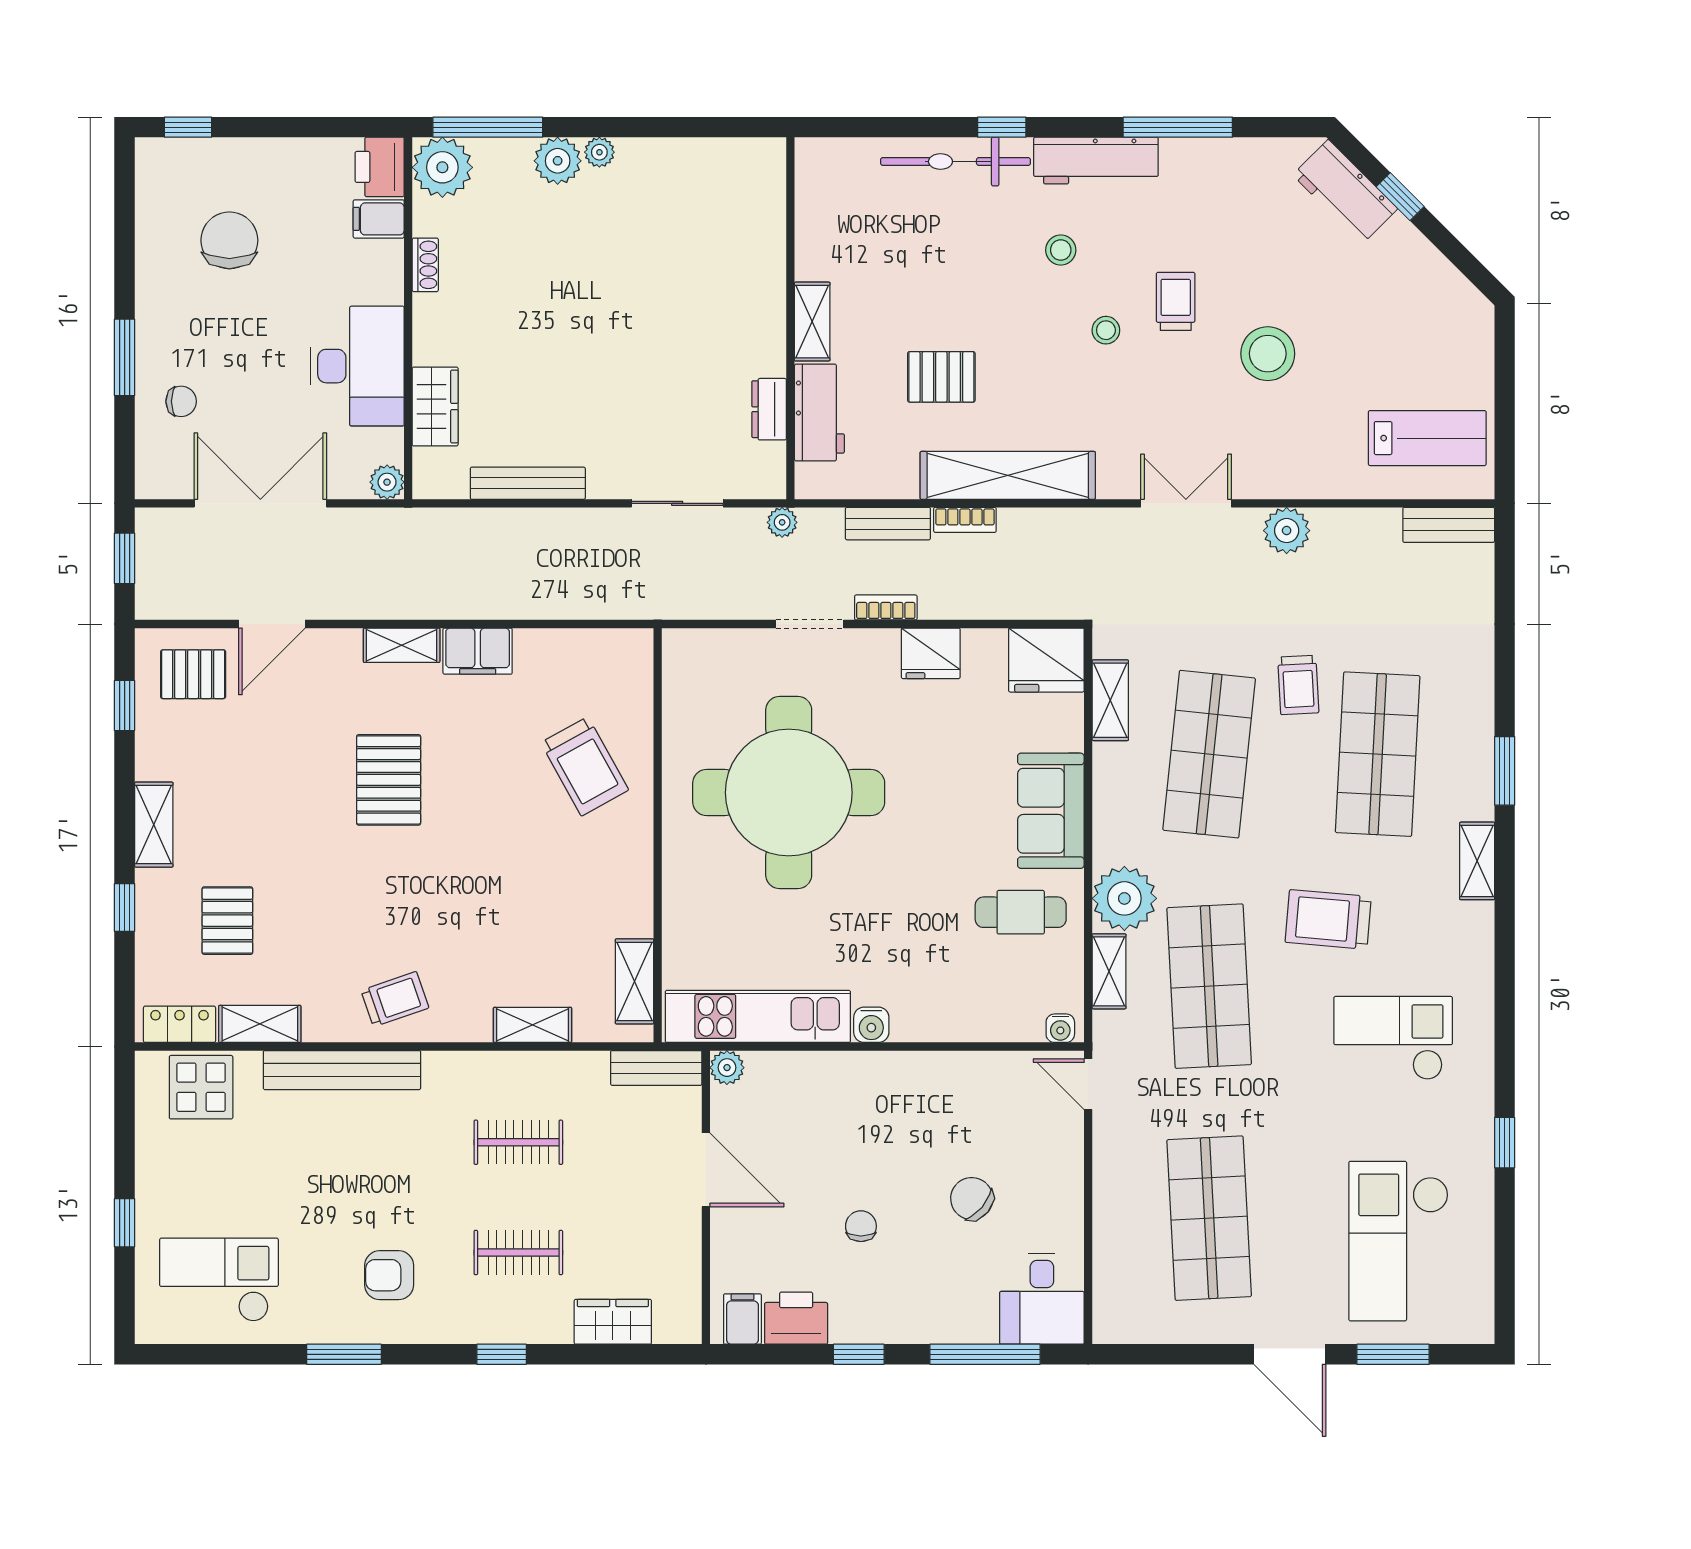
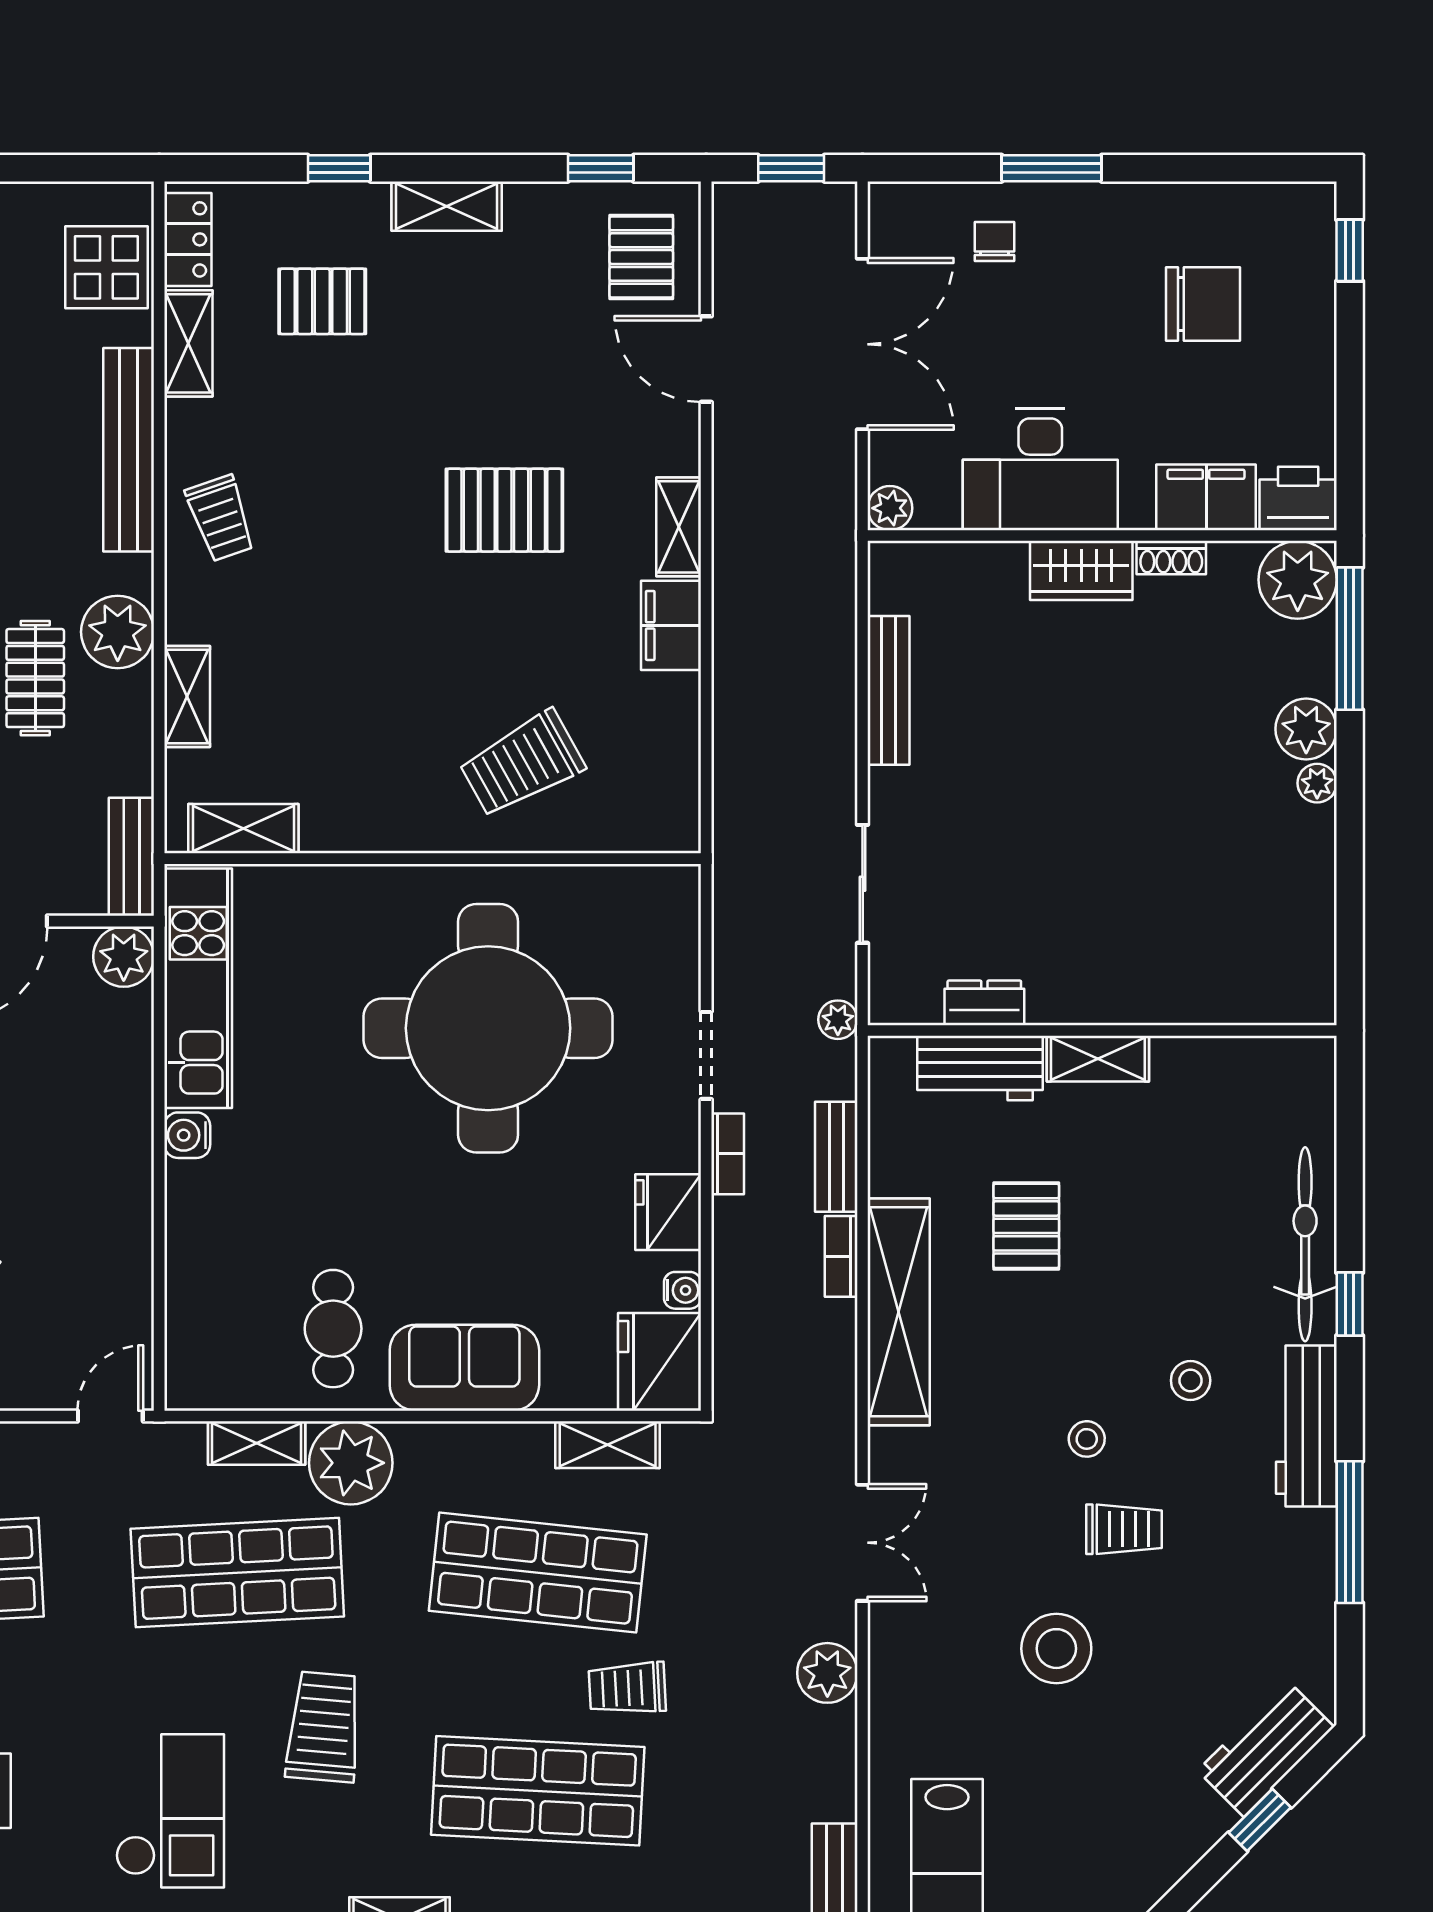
filing cabinet: (379, 219) -> (1206, 497), width x2.00
chair: (181, 401) -> (995, 241), turned 180
wardrobe: (435, 407) -> (1081, 570), moved
water cooler: (1060, 1028) -> (683, 1290), moved, turned 180
plant: (727, 1068) -> (124, 957), width x1.38, depth x1.38
plant: (483, 1079) -> (118, 632), added

